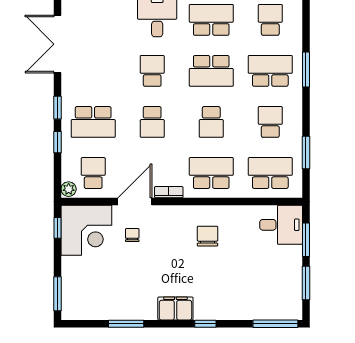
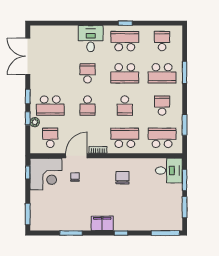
school desk: (270, 71) -> (162, 73), turned 180
plant: (69, 189) -> (35, 122), moved

